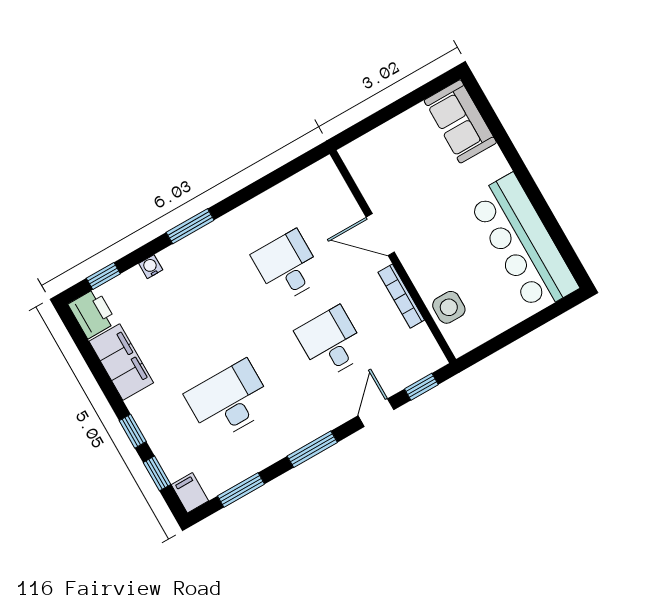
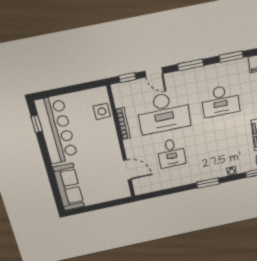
sofa: (460, 121) -> (69, 187), width x1.36
door: (380, 235) -> (127, 170), moved
window: (563, 244) -> (37, 124), added
desk: (331, 342) -> (163, 113), width x1.87, depth x1.30
door: (376, 413) -> (154, 72), hinge flipped

